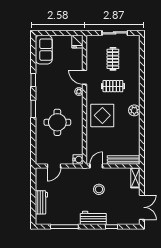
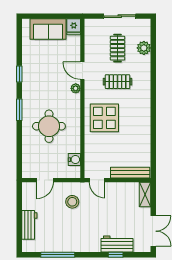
sofa: (44, 50) -> (48, 29), moved, turned 90
plant: (134, 110) -> (144, 48), moved
water cooler: (78, 160) -> (74, 160), moved
door: (96, 166) -> (97, 180), swing flipped
stool: (99, 189) -> (72, 202), moved
workbench: (93, 218) -> (117, 244), moved

